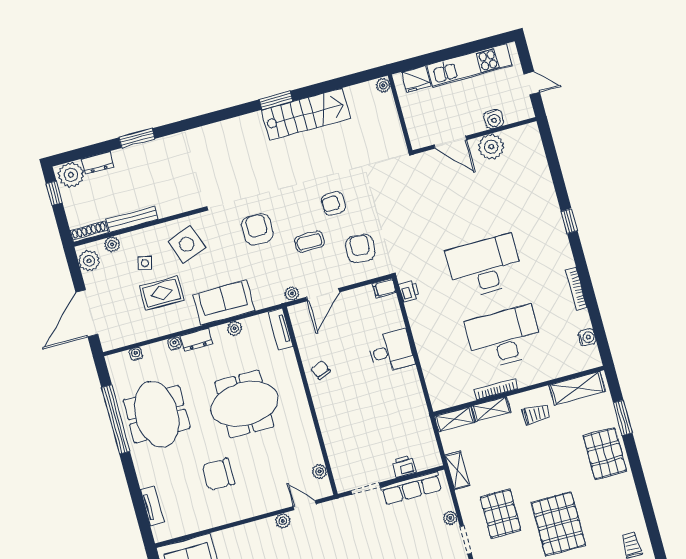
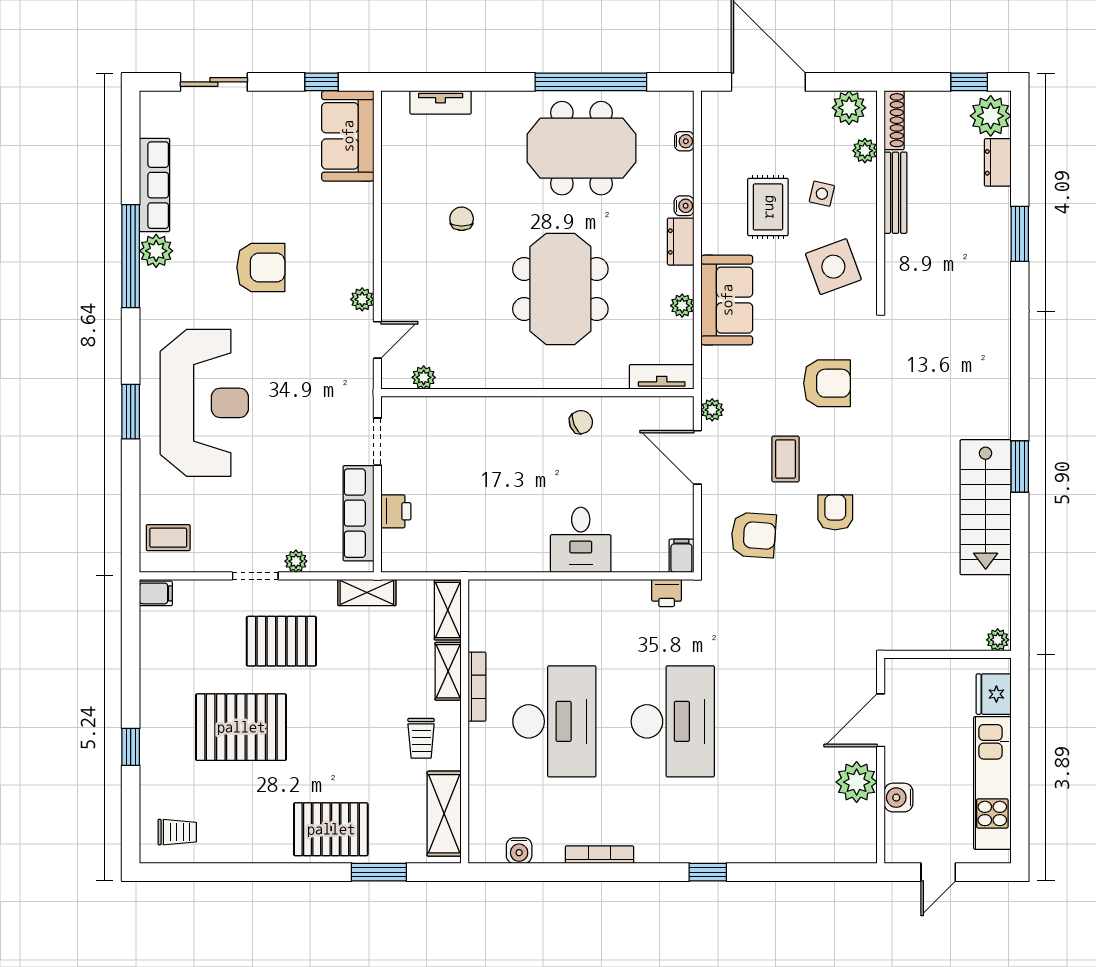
chair: (218, 475) -> (462, 219), width x0.54, depth x0.54

